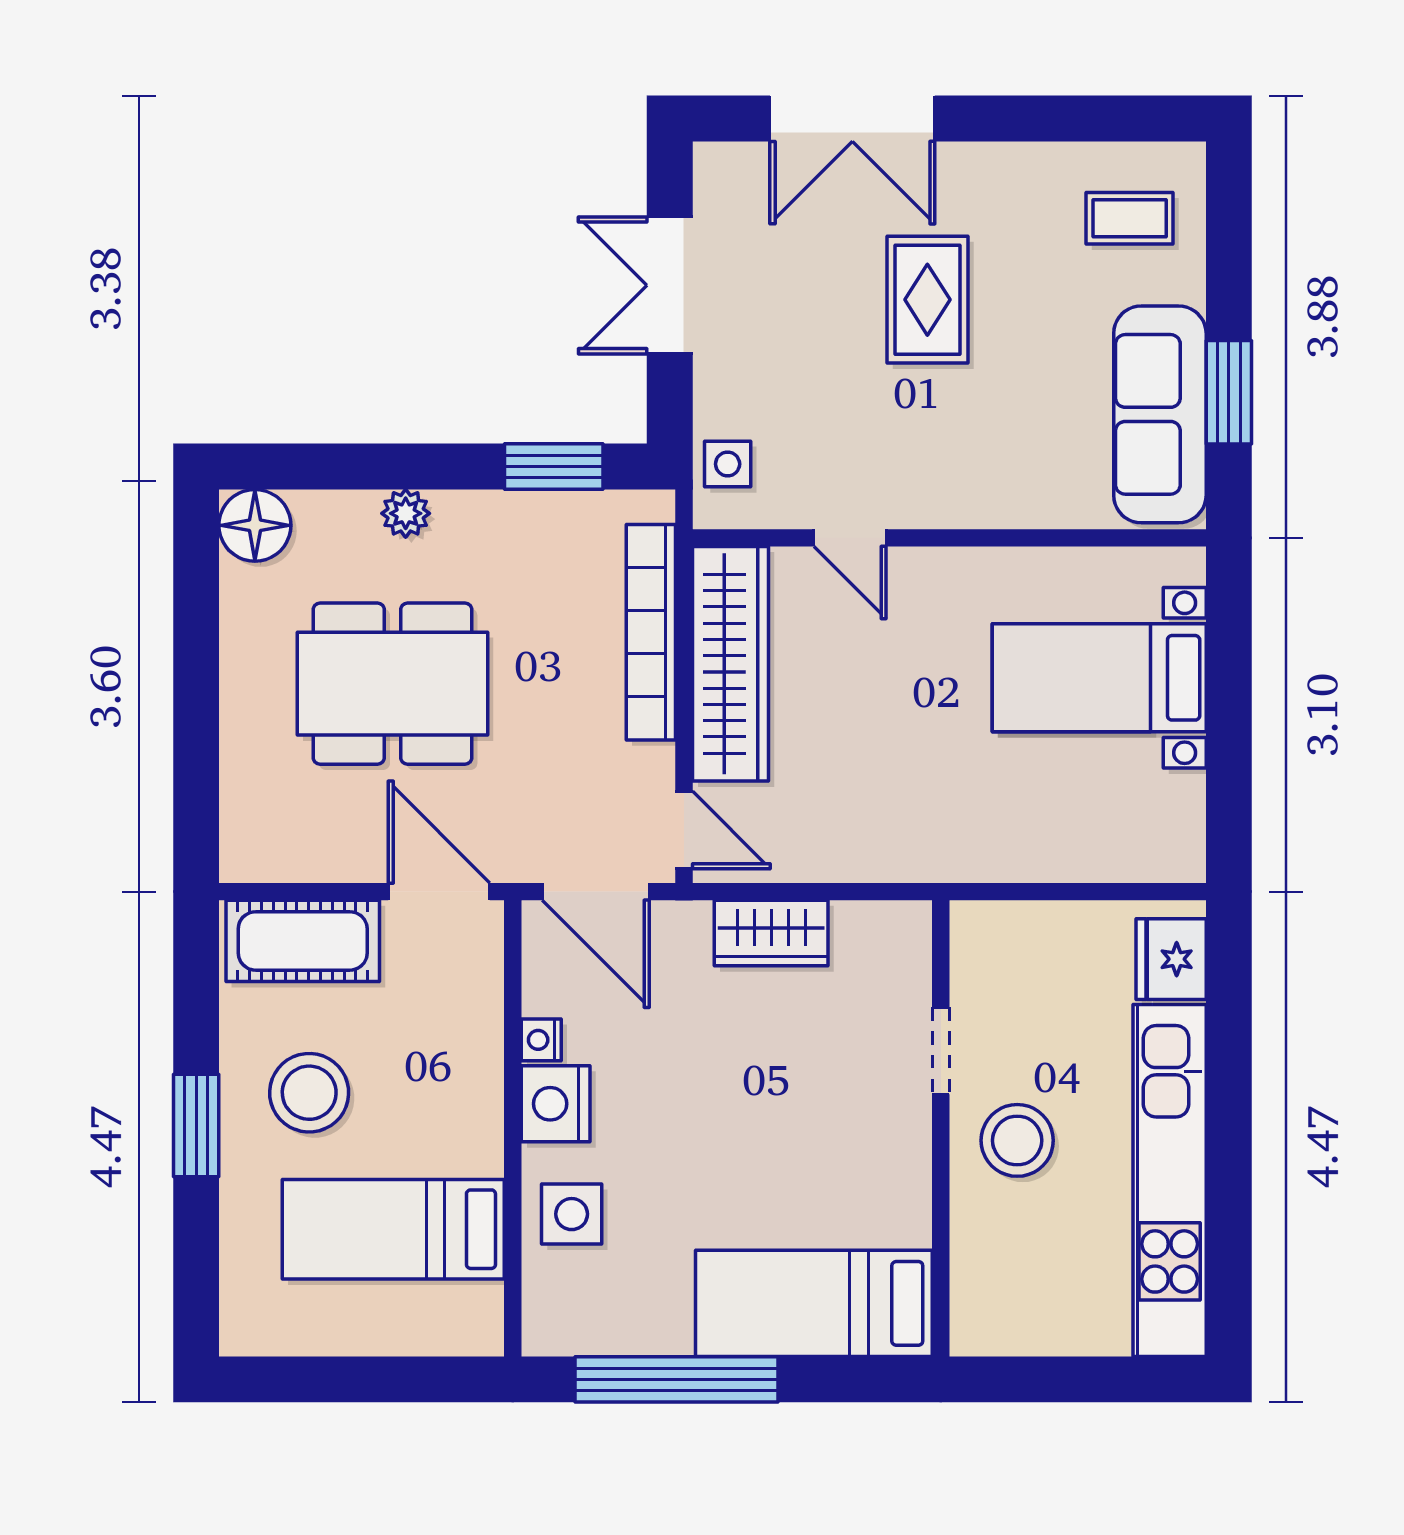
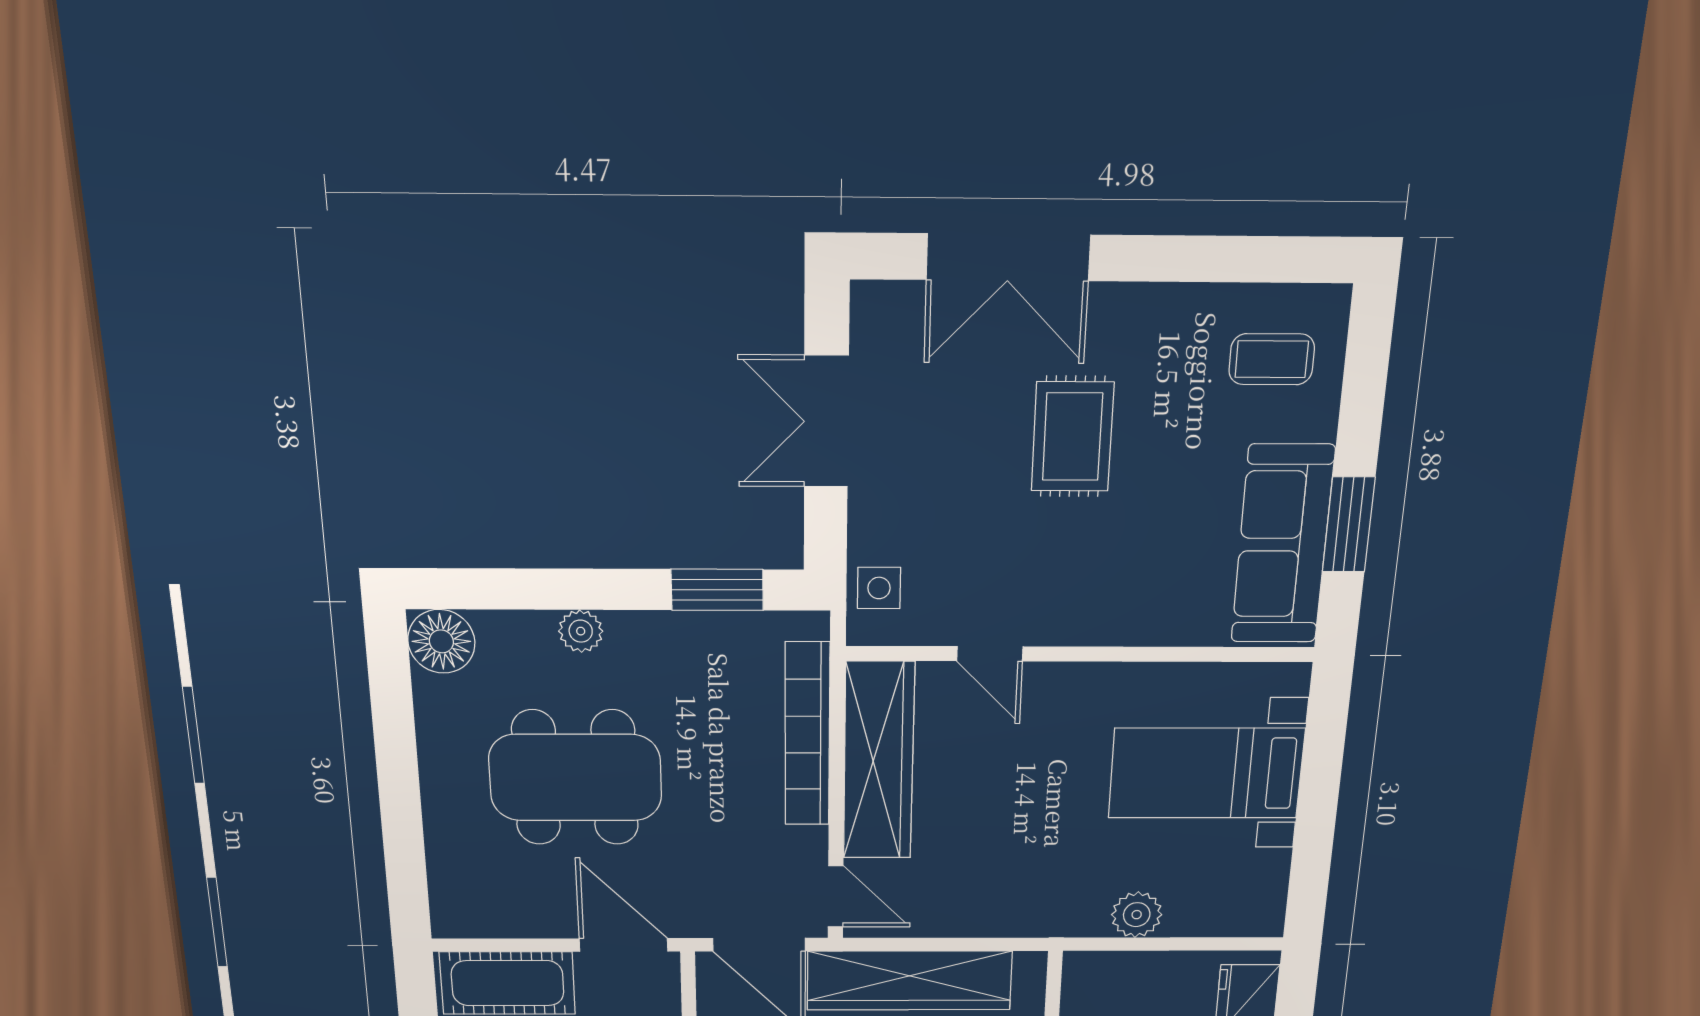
plant: (1033, 854) -> (1137, 915), added
wardrobe: (771, 933) -> (909, 981), width x2.10, depth x1.17

